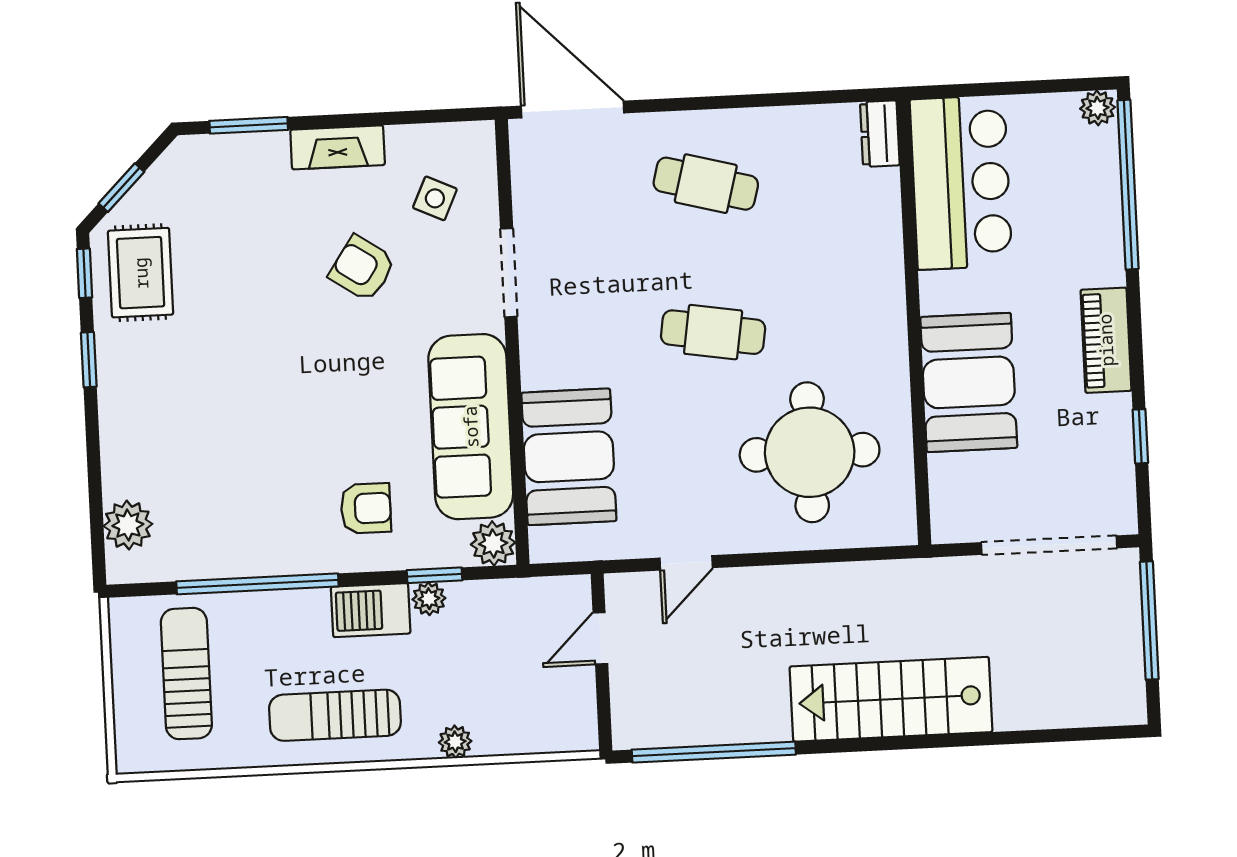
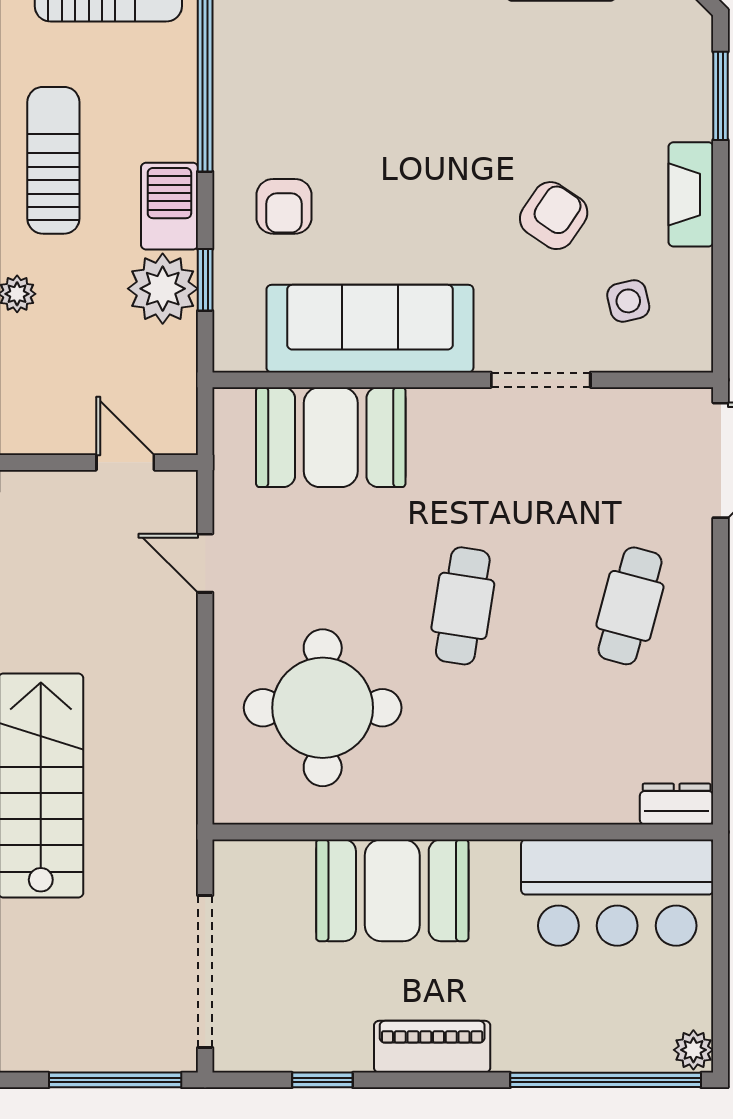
side table: (435, 198) -> (628, 301), turned -38
plant: (493, 543) -> (238, 347), removed
plant: (429, 599) -> (163, 289), width x1.88, depth x1.88

